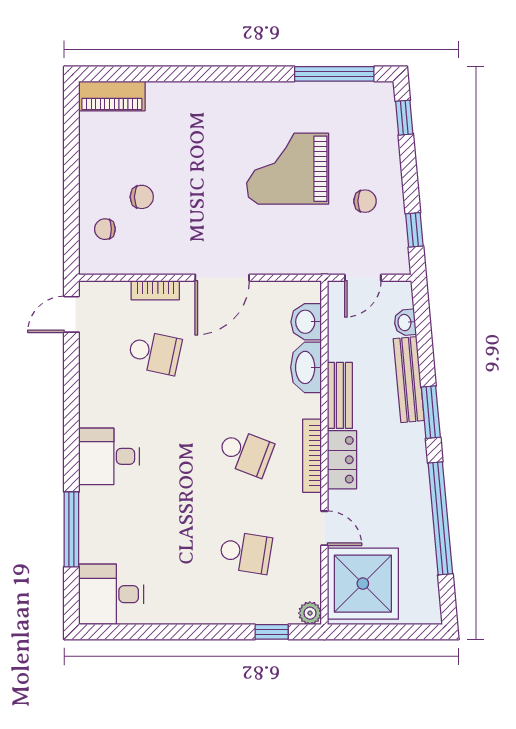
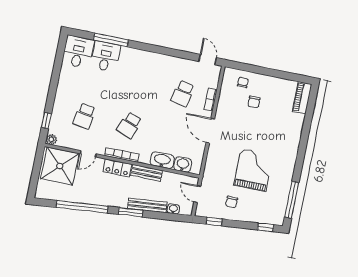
desk: (109, 456) -> (105, 56), moved

